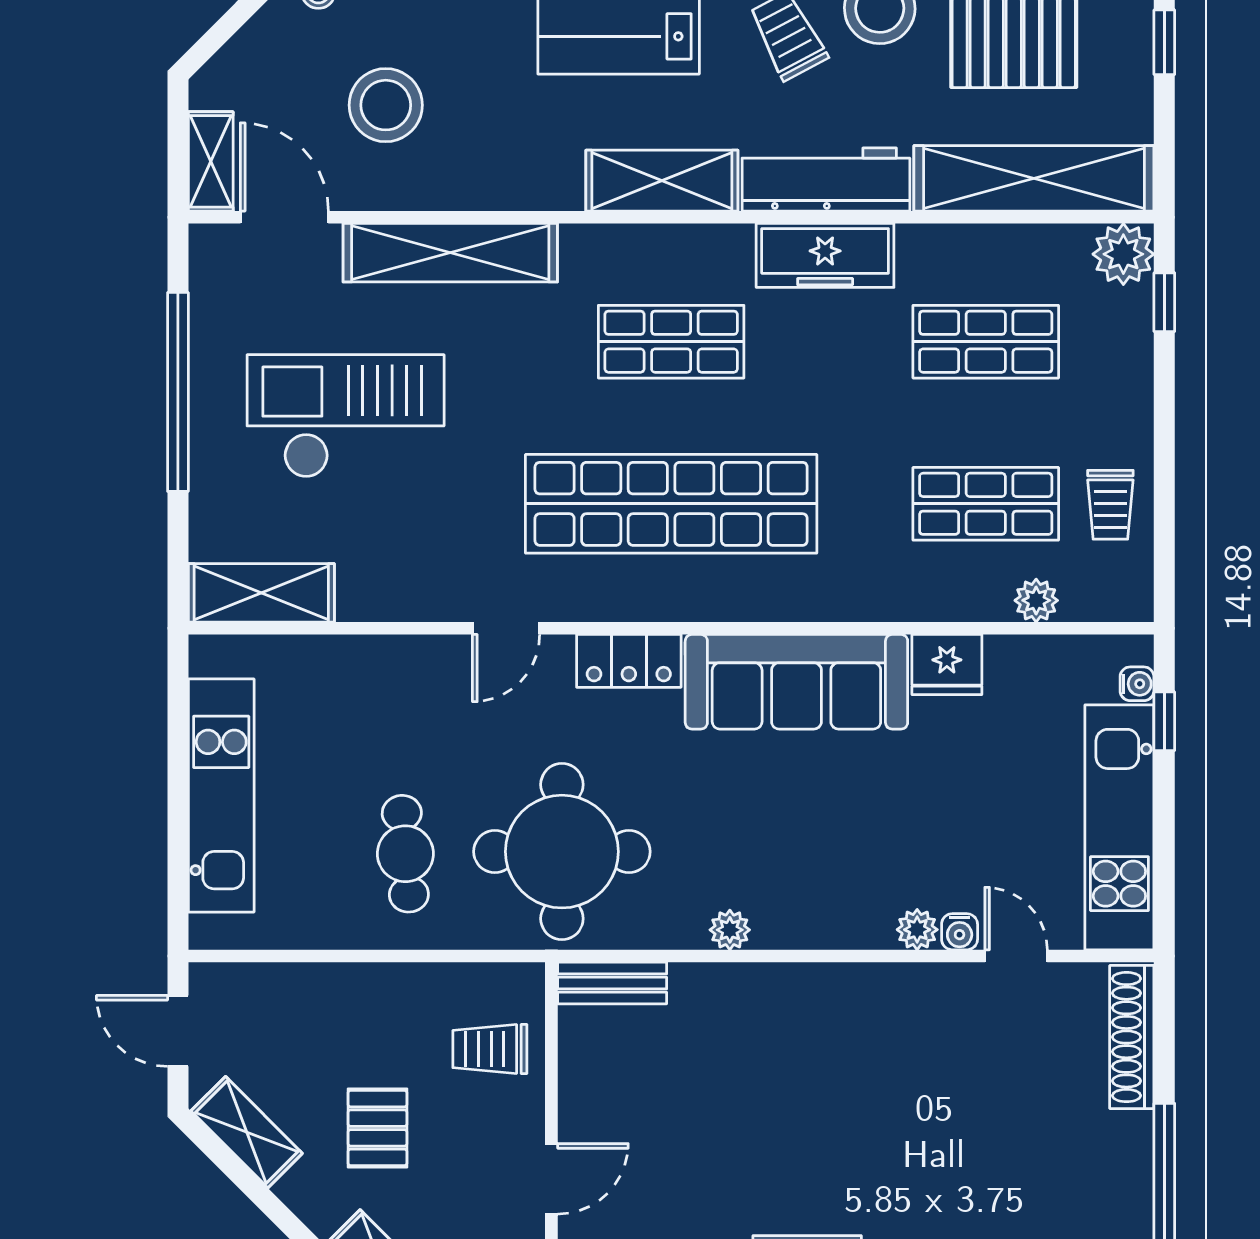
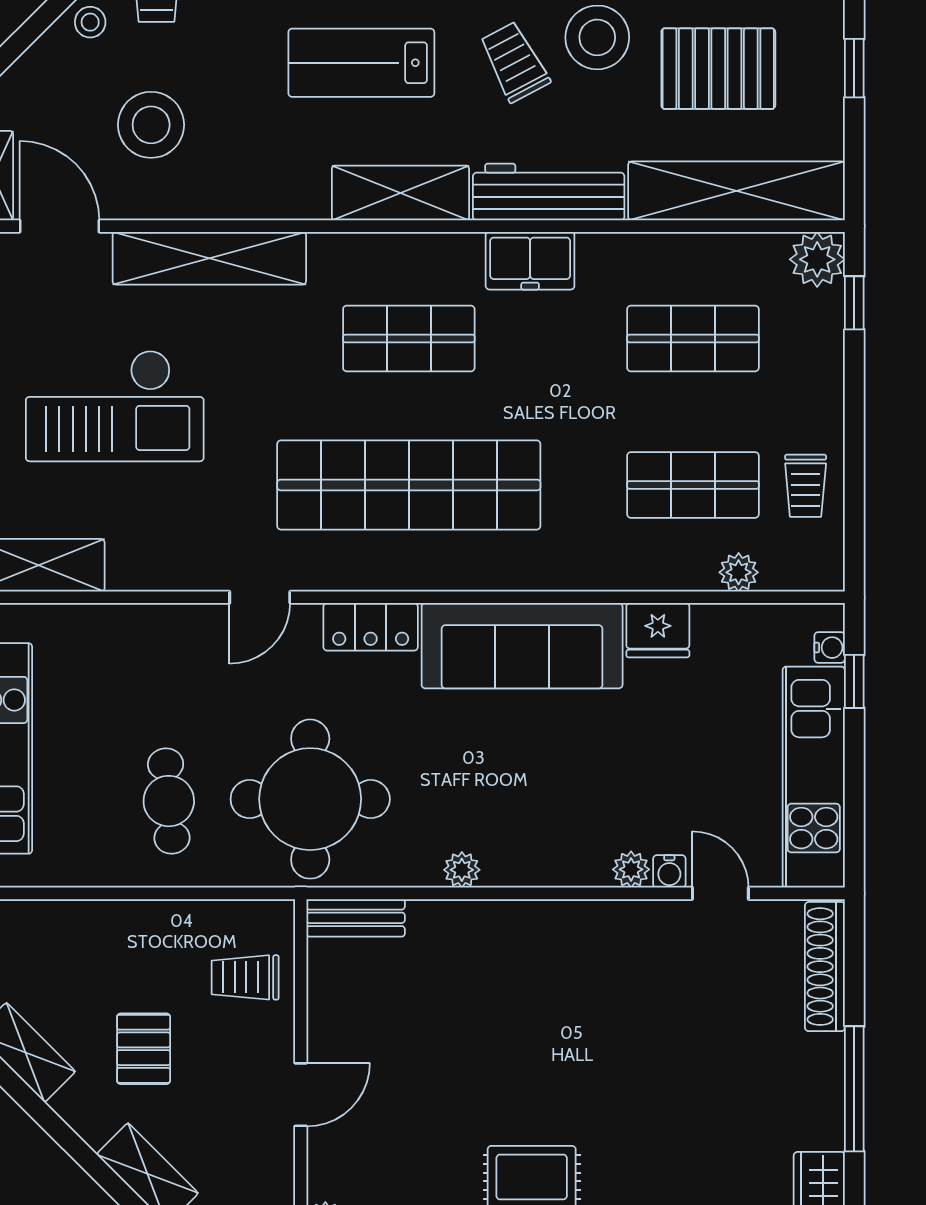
freezer: (825, 255) -> (530, 261), width x0.71
checkout: (346, 416) -> (115, 406), turned 180

